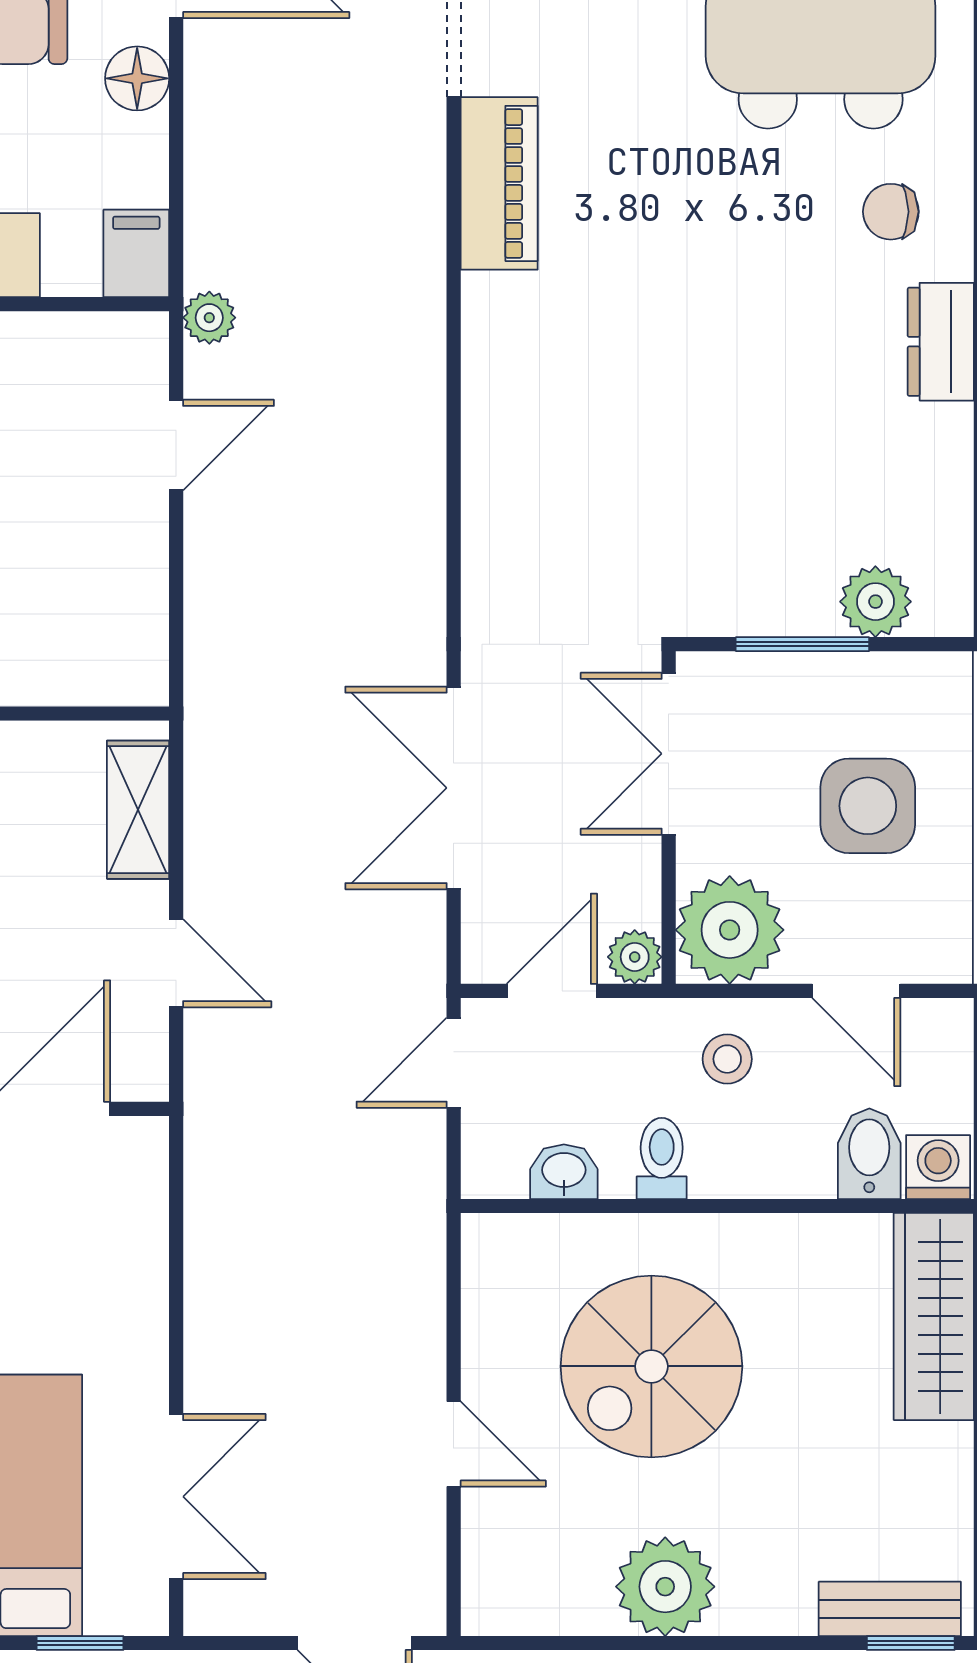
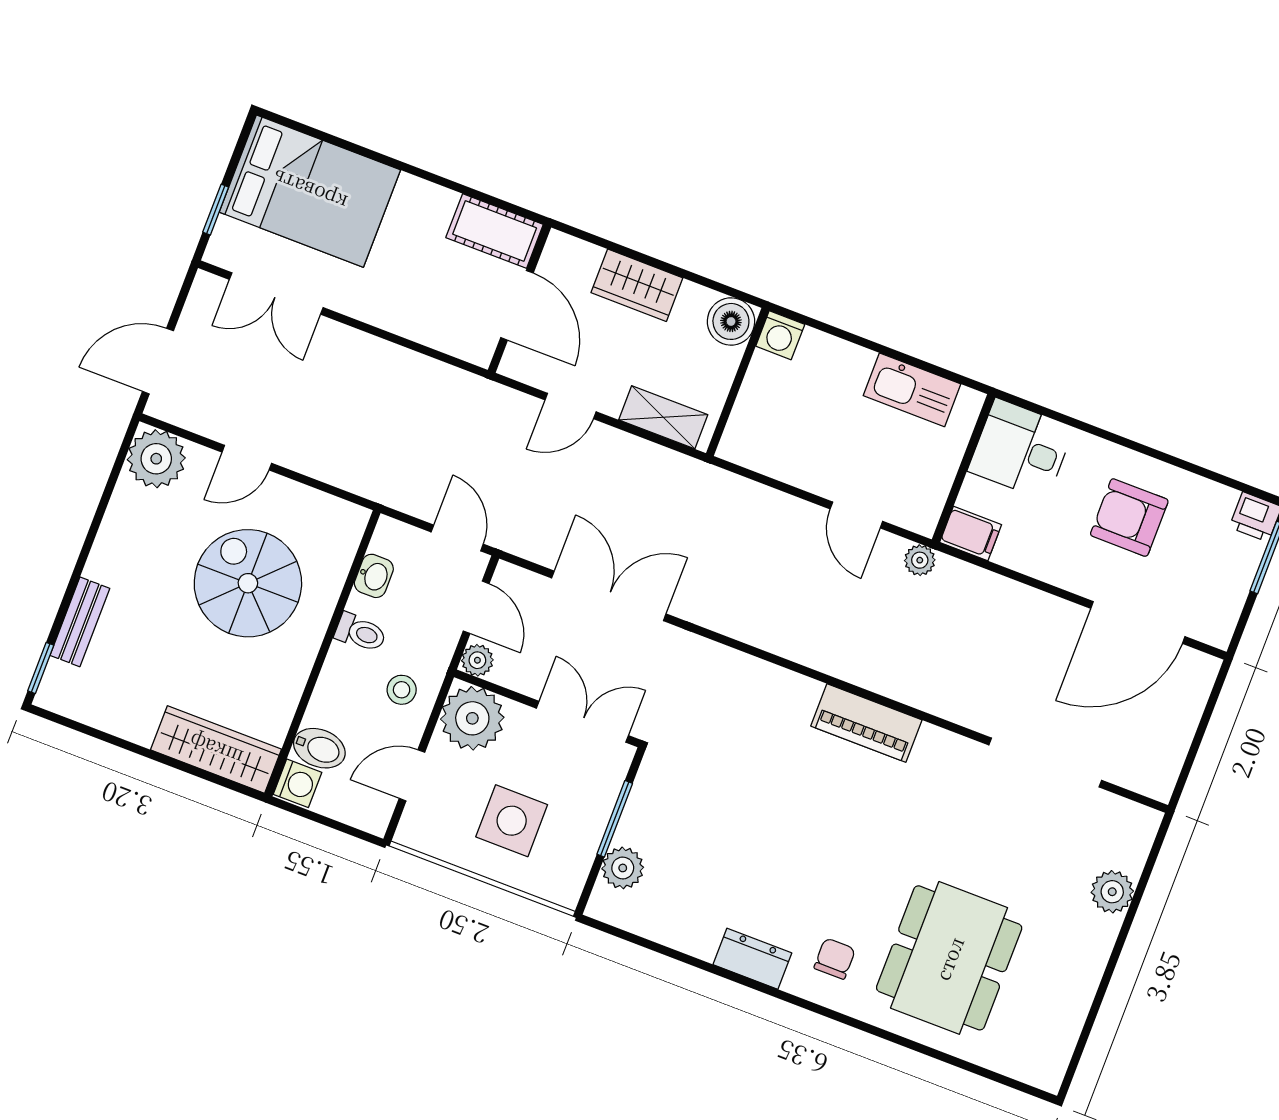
floor lamp: (137, 78) -> (1067, 571), removed
piano: (499, 183) -> (866, 723), moved
plant: (665, 1587) -> (156, 459), moved
bench: (890, 1609) -> (80, 622), moved

